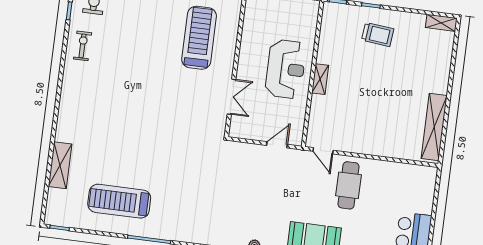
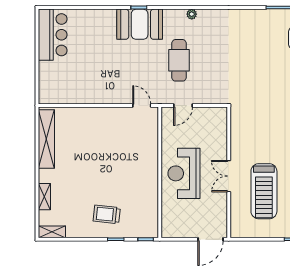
shelving: (320, 79) -> (44, 197), moved
double door: (232, 97) -> (229, 176), moved
cafe table: (349, 185) -> (179, 60), moved

